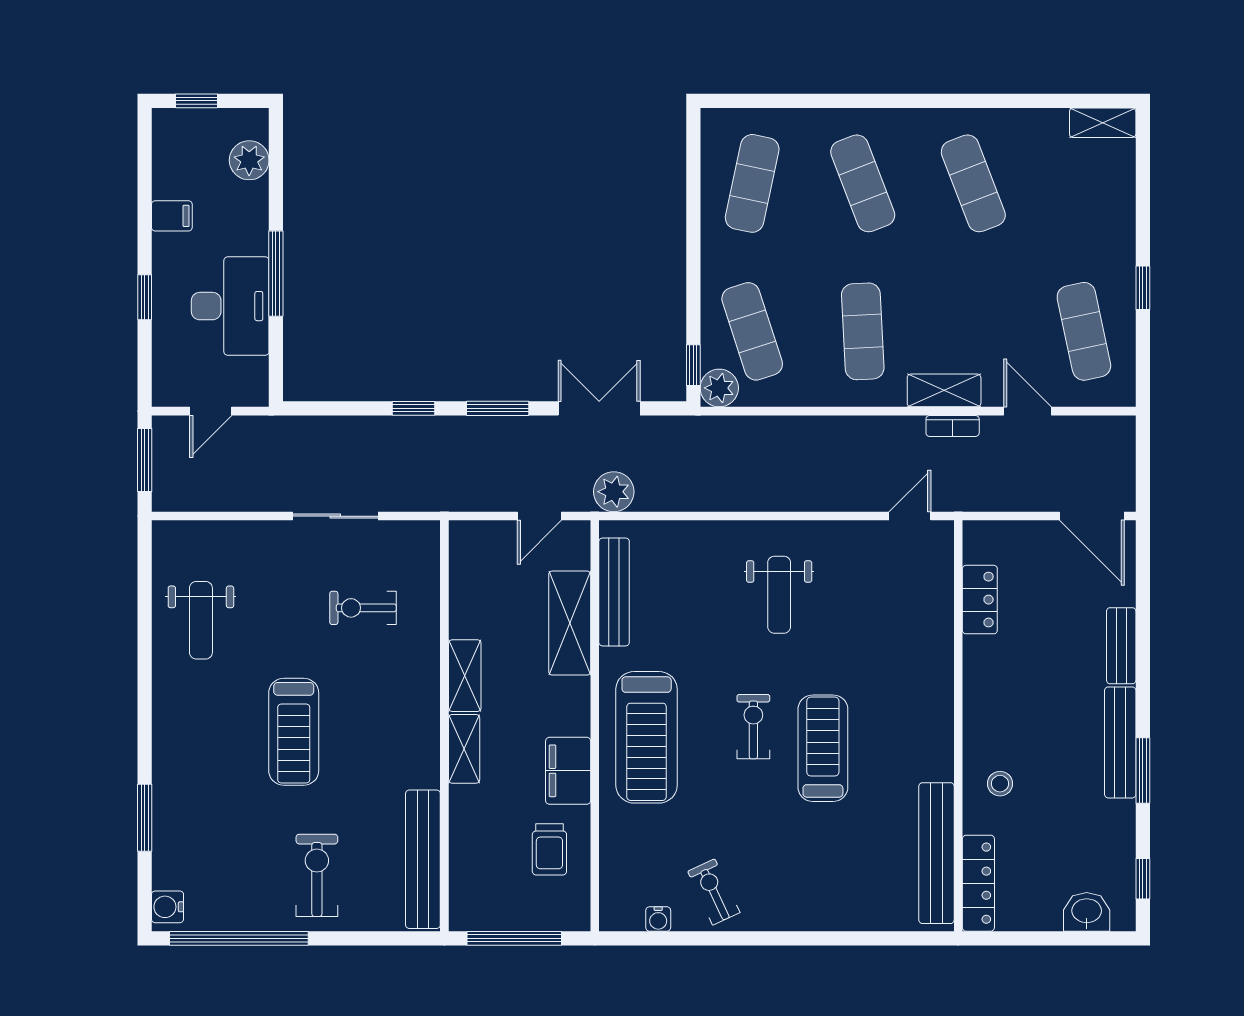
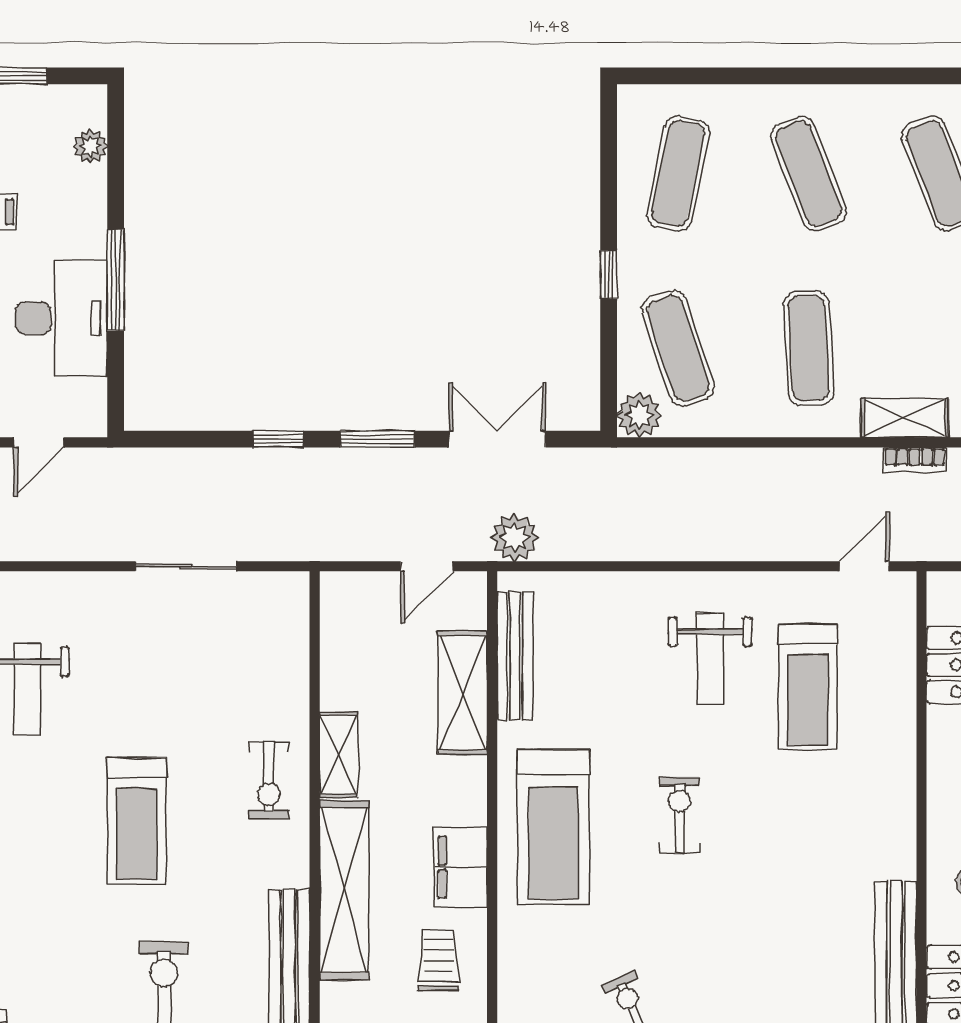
plant: (249, 160) -> (91, 146), width x0.73, depth x0.73
window: (693, 365) -> (609, 275), moved
exercise bike: (363, 608) -> (269, 780), moved, turned -90
treadmill: (823, 748) -> (808, 687), moved, turned 180
shelving: (464, 749) -> (344, 890), width x2.20, depth x1.33
trolley: (549, 849) -> (439, 960), turned 180

